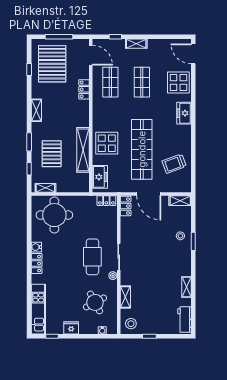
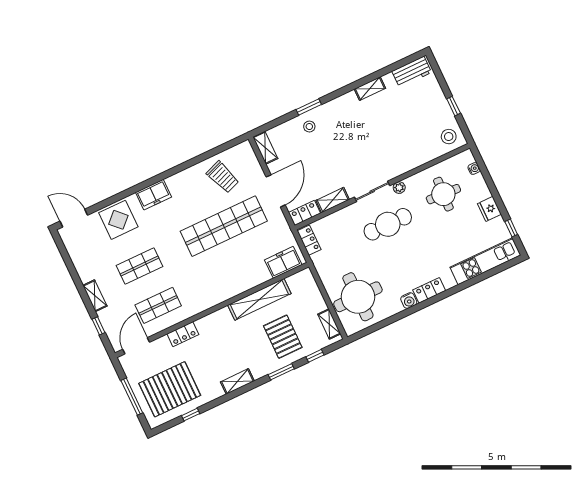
door: (193, 54) -> (74, 218), swing flipped
display table: (107, 143) -> (237, 274), removed
pallet: (52, 154) -> (283, 337), turned 90
shelving: (125, 297) -> (333, 200), moved
round table: (95, 302) -> (443, 194), turned 31

